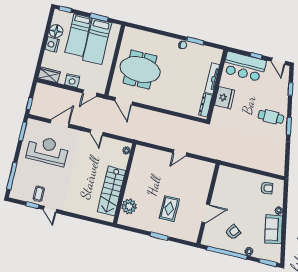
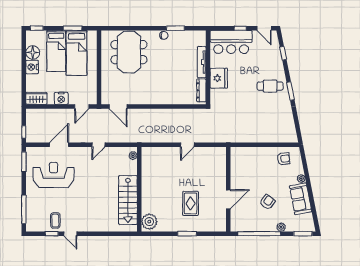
meeting table: (140, 70) -> (129, 52), moved, turned 90
door: (96, 132) -> (98, 145), hinge flipped
plant: (129, 206) -> (149, 222), moved
armchair: (233, 232) -> (267, 202), moved

